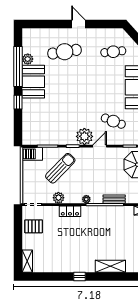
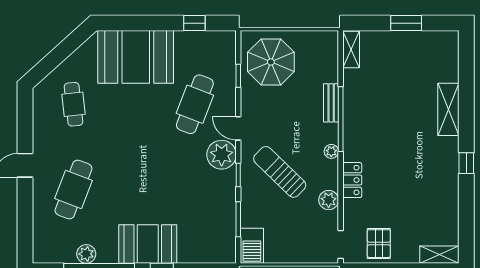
cafe table: (65, 52) -> (74, 189), turned 30
booth: (33, 82) -> (148, 244), moved
cafe table: (113, 121) -> (195, 104), width x1.37, depth x1.35
sun lounger: (60, 168) -> (280, 172), moved

